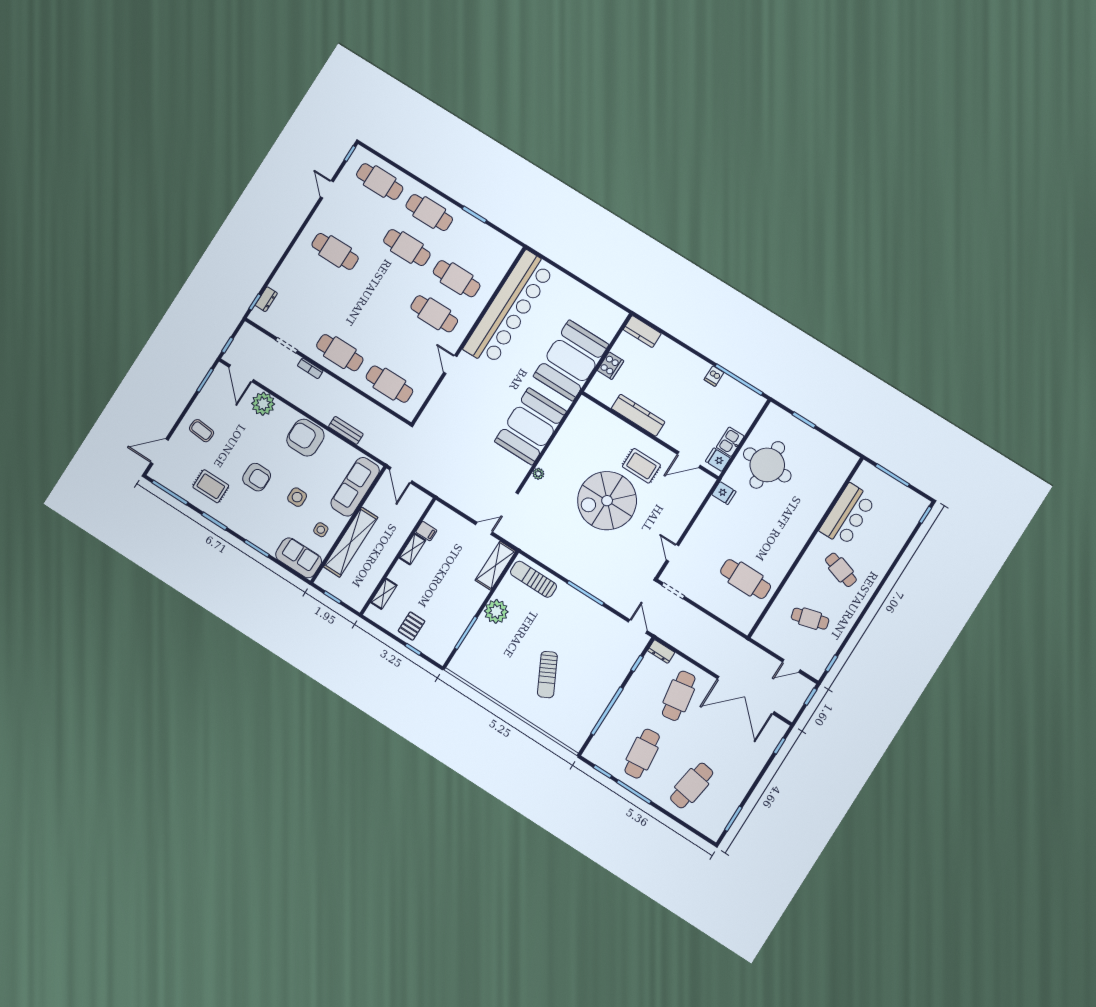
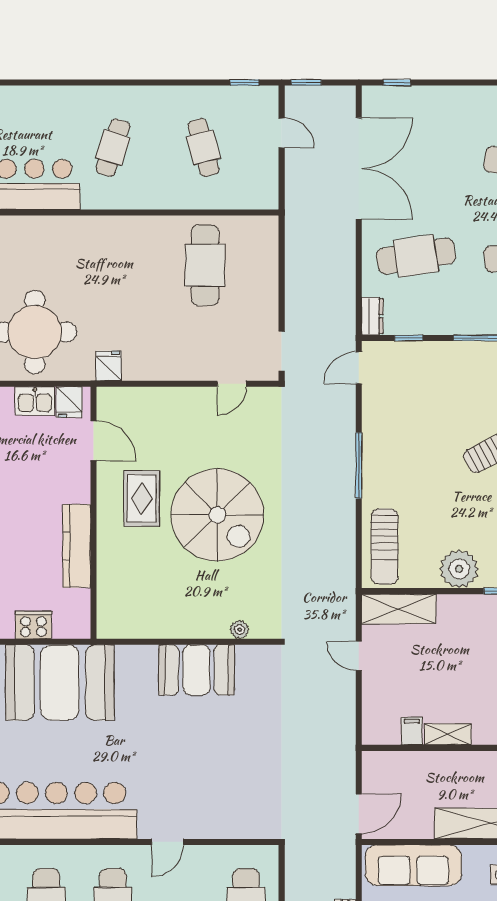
booth: (530, 426) -> (196, 670), width x0.73, depth x0.70

